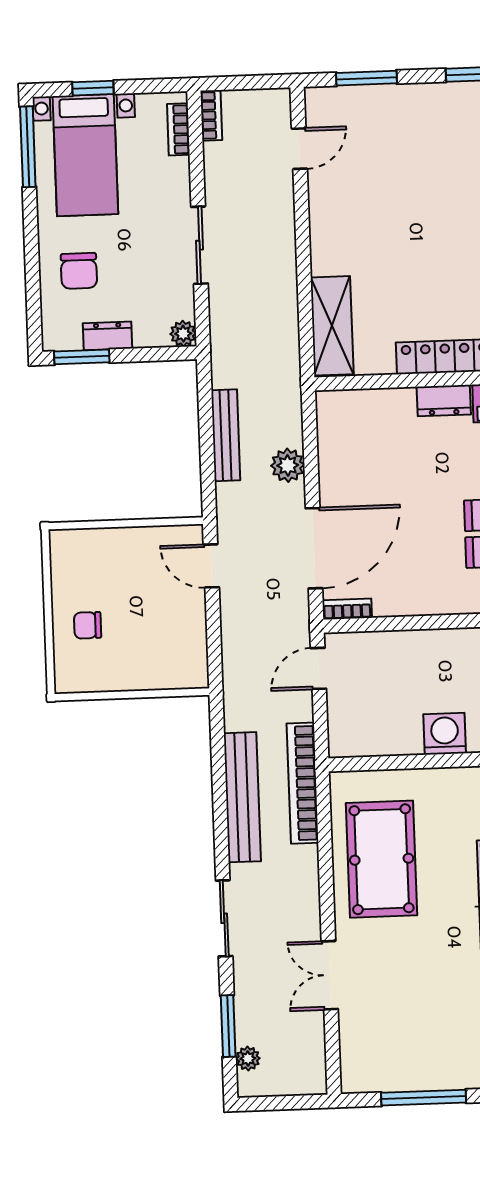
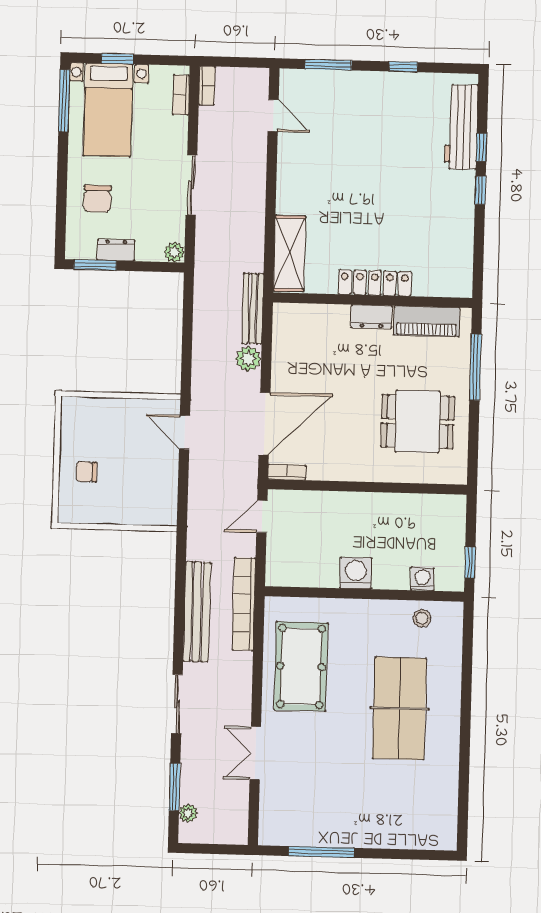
door: (299, 149) -> (273, 116), hinge flipped
bench: (226, 435) -> (253, 309), moved

